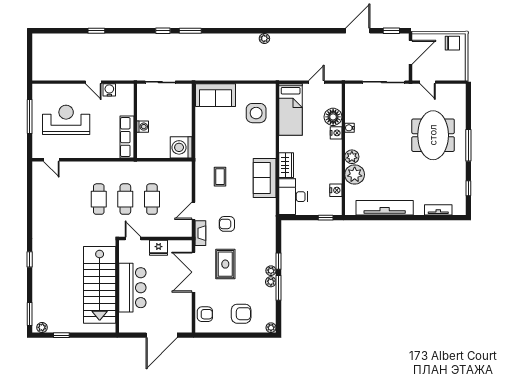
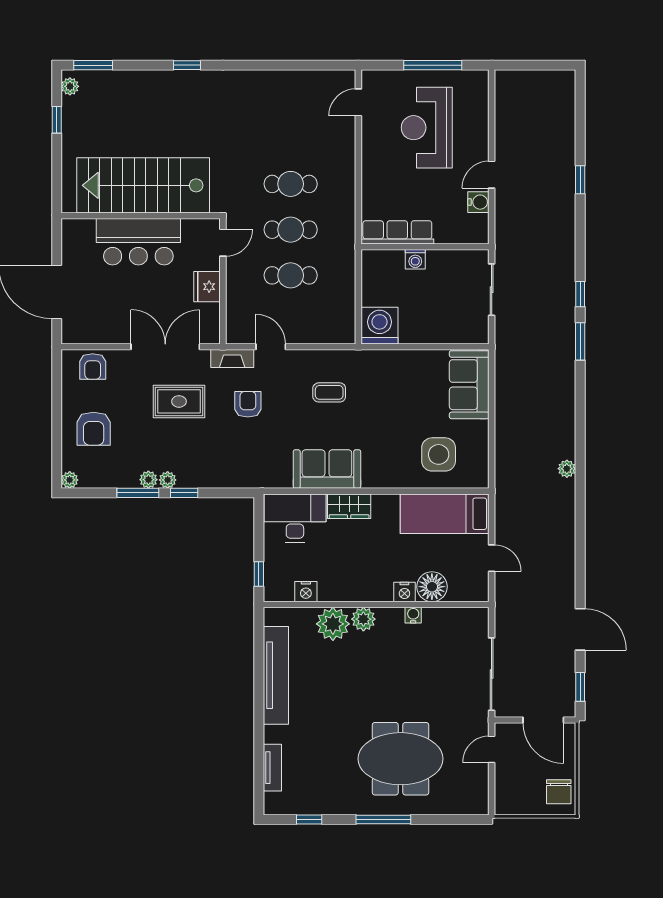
reception desk: (66, 120) -> (427, 128), turned 180

